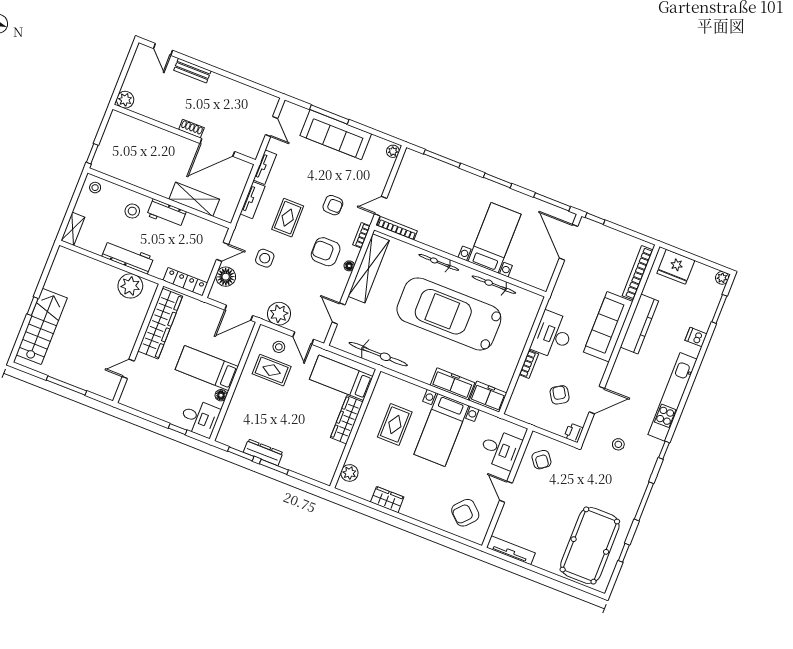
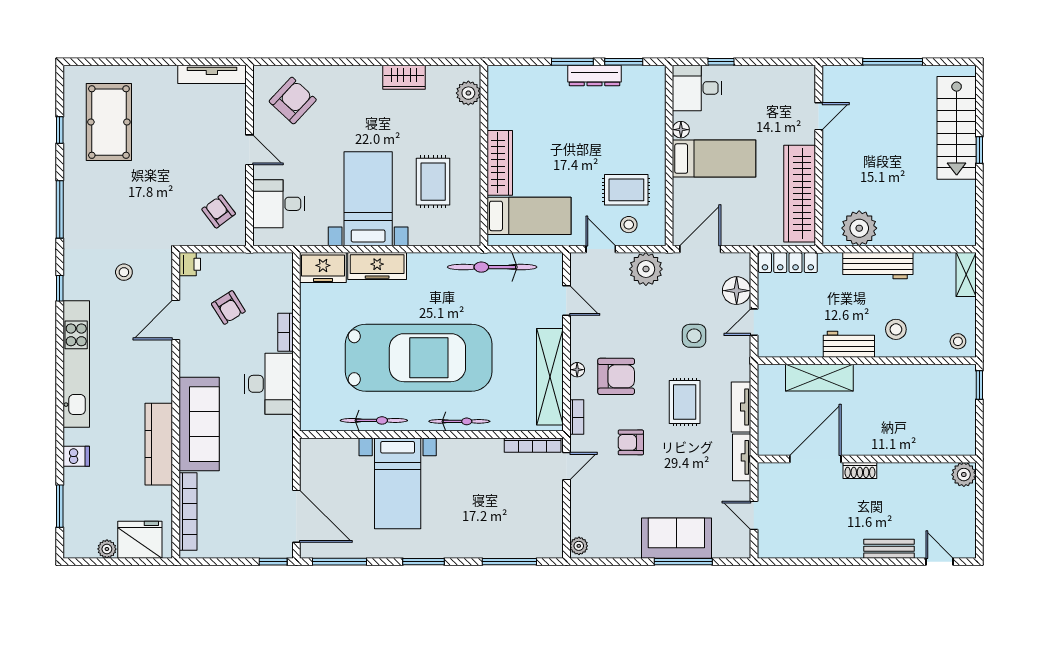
sofa: (336, 135) -> (676, 538), width x0.73
plant: (722, 278) -> (107, 549), moved
pool table: (590, 546) -> (109, 122), width x0.73, depth x0.76

